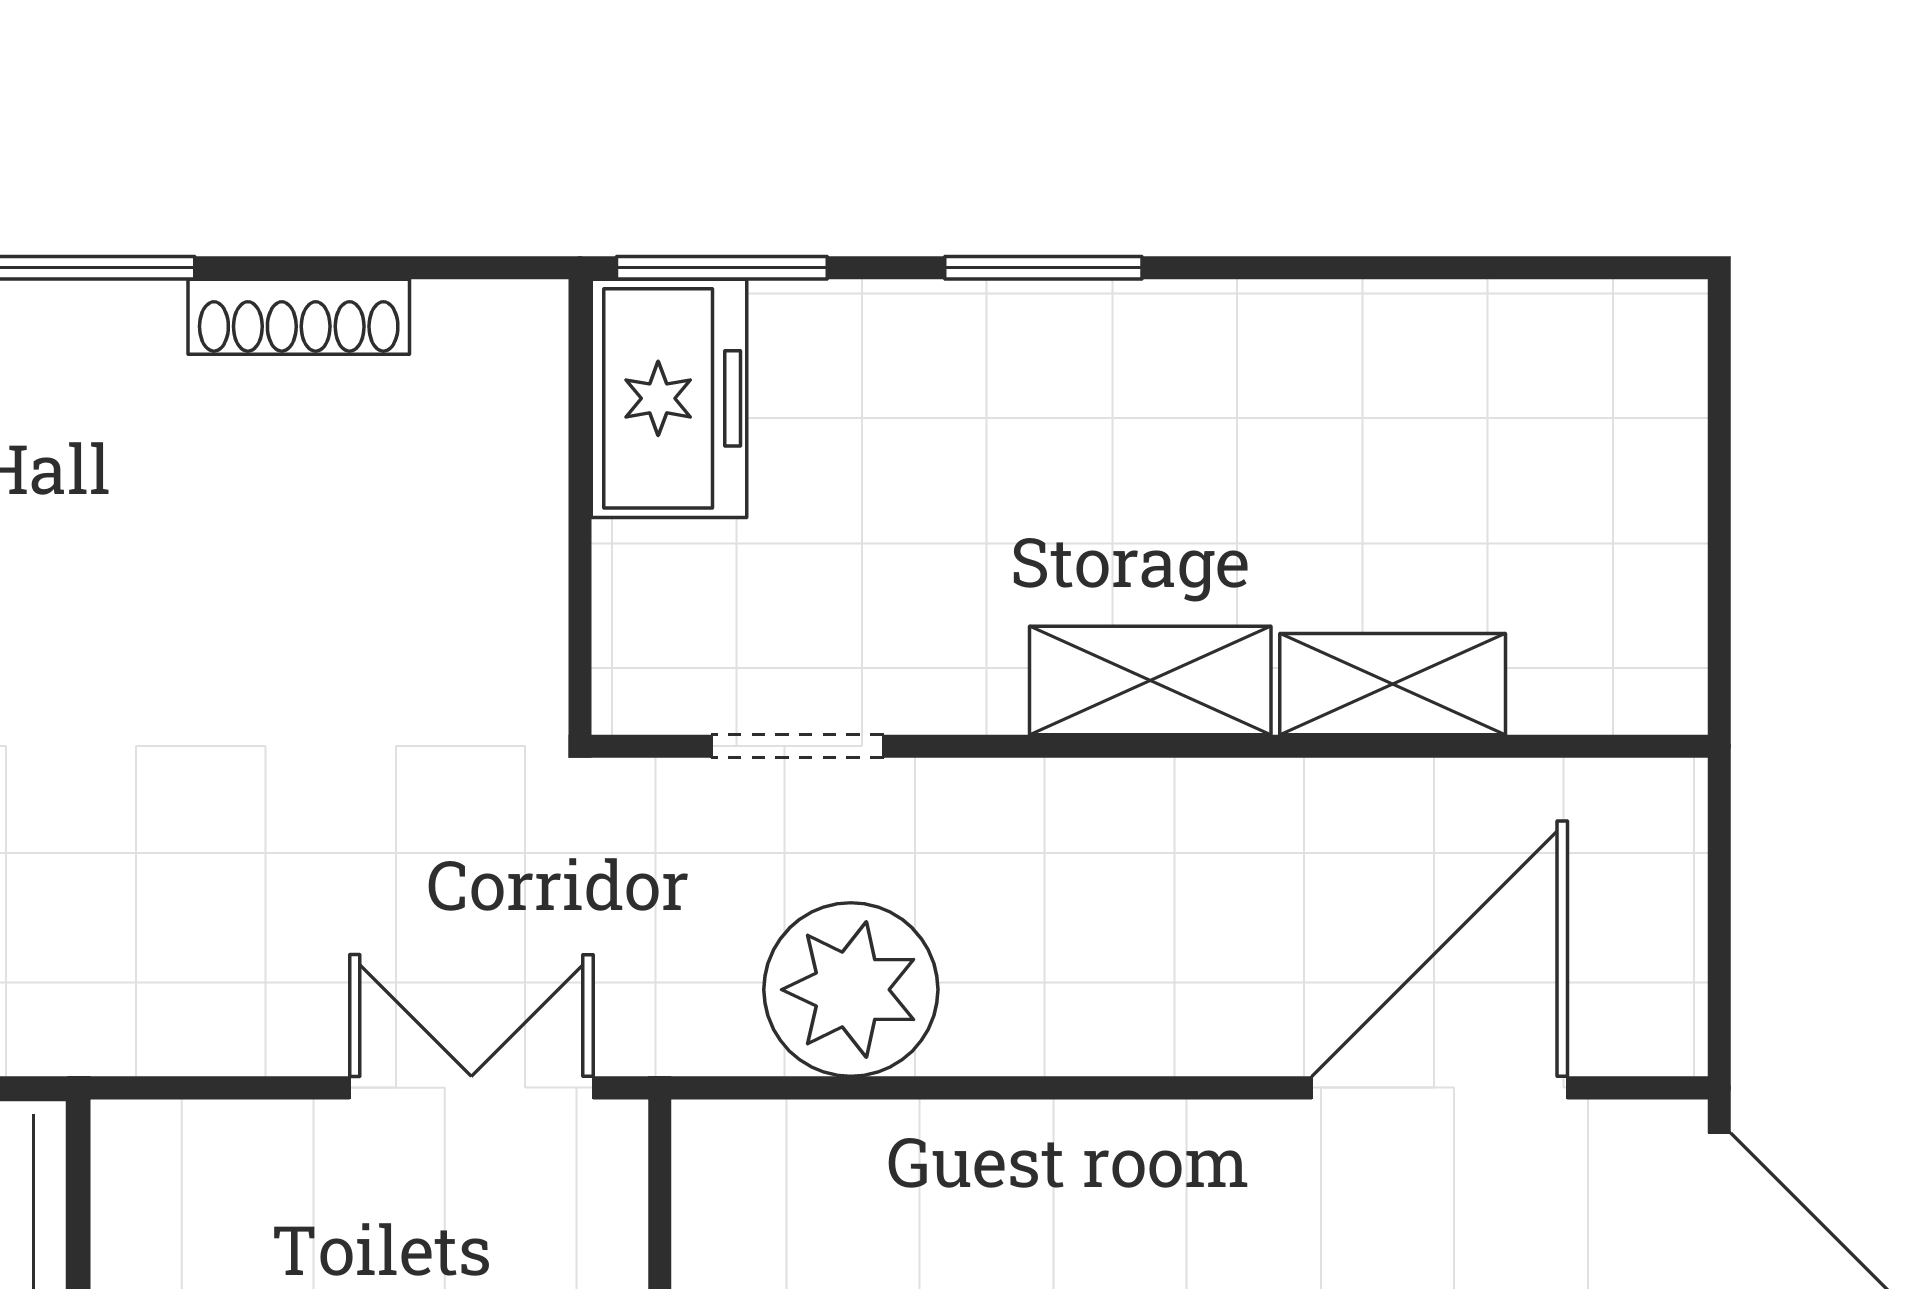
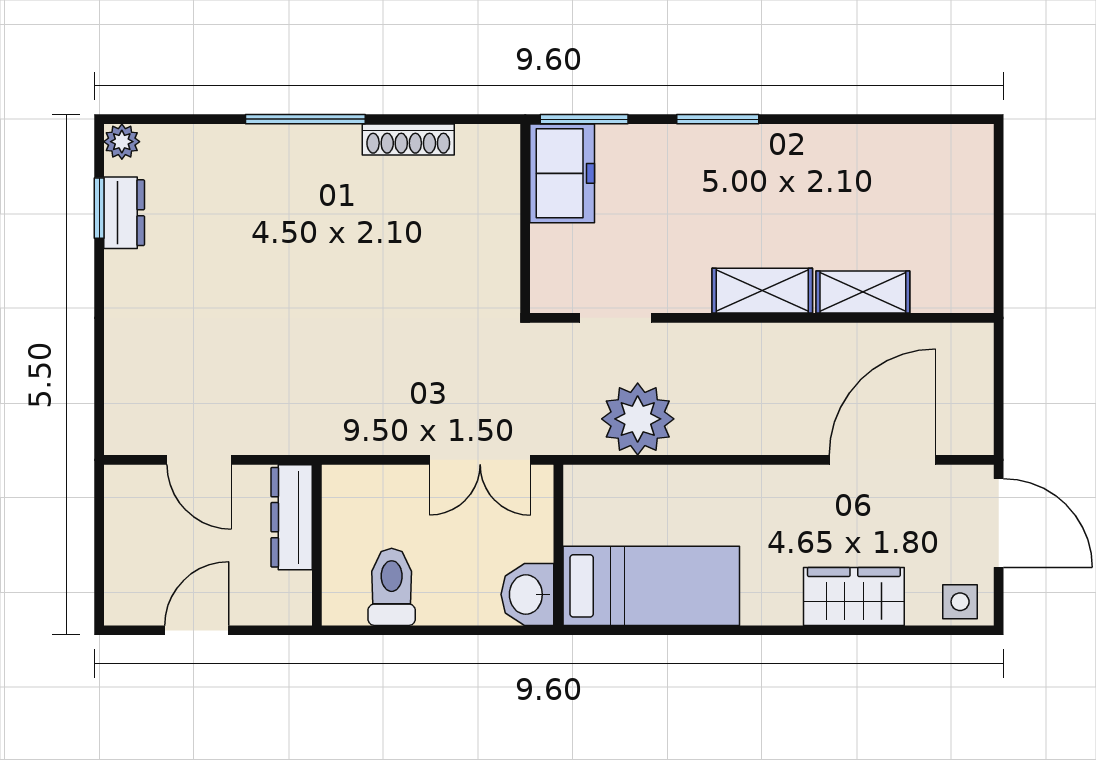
double door: (471, 1088) -> (480, 460), swing flipped

